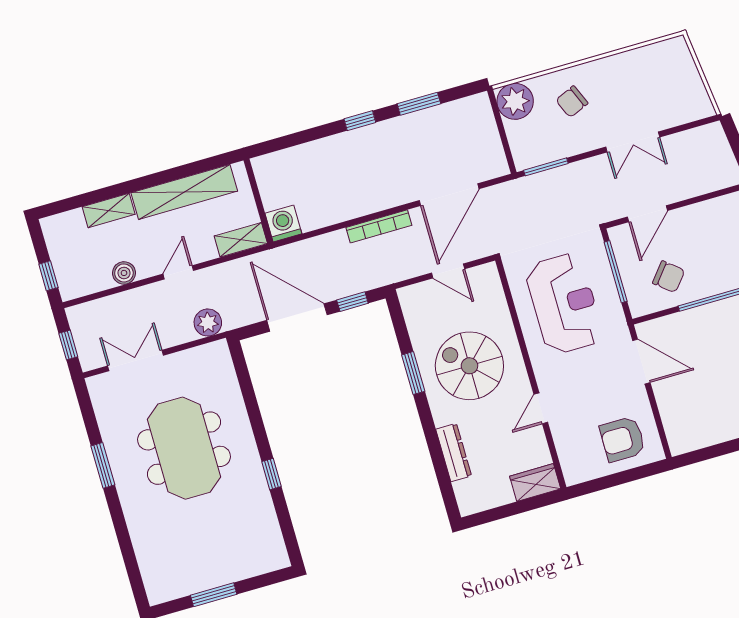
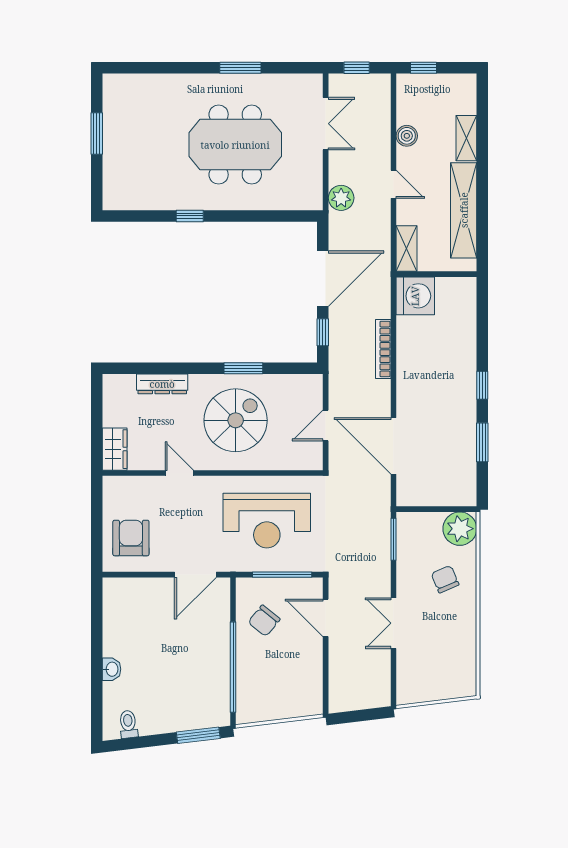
washing machine: (283, 223) -> (415, 296), width x1.37, depth x1.37
bookcase: (379, 226) -> (383, 349), moved

